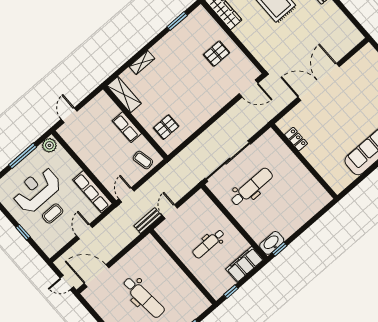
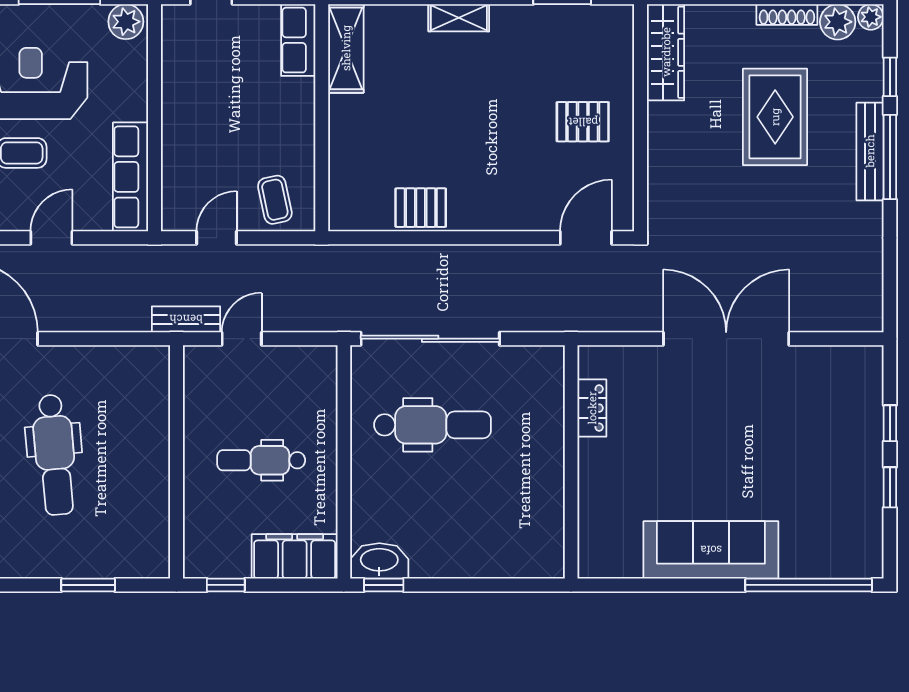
shelving: (142, 63) -> (459, 18), moved
door: (249, 88) -> (586, 238), swing flipped
row of seats: (127, 127) -> (298, 40), moved
pallet: (166, 127) -> (421, 208), moved
door: (126, 195) -> (217, 238), moved

